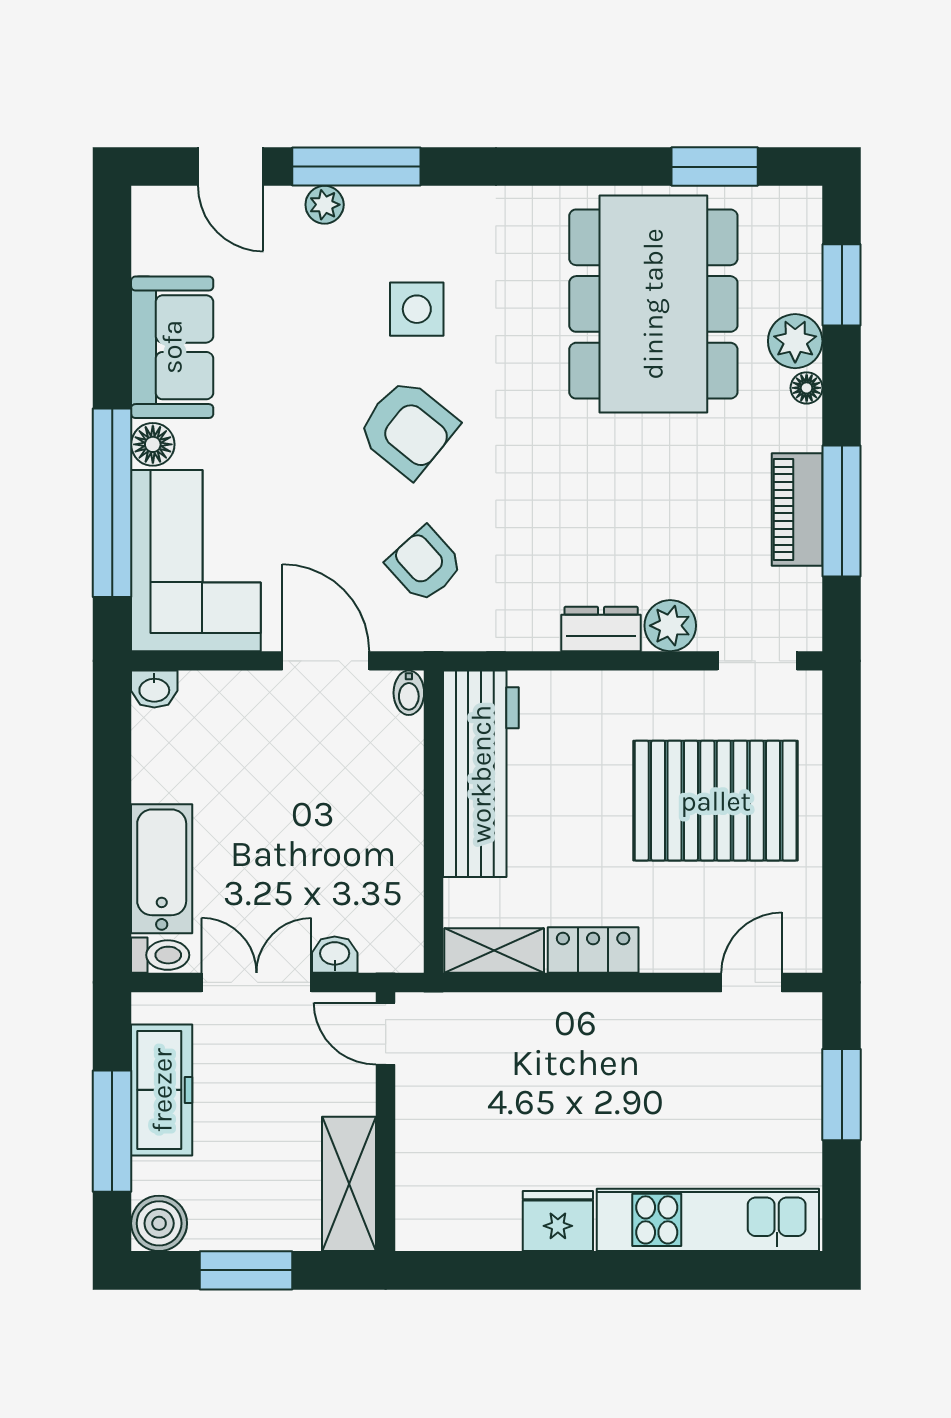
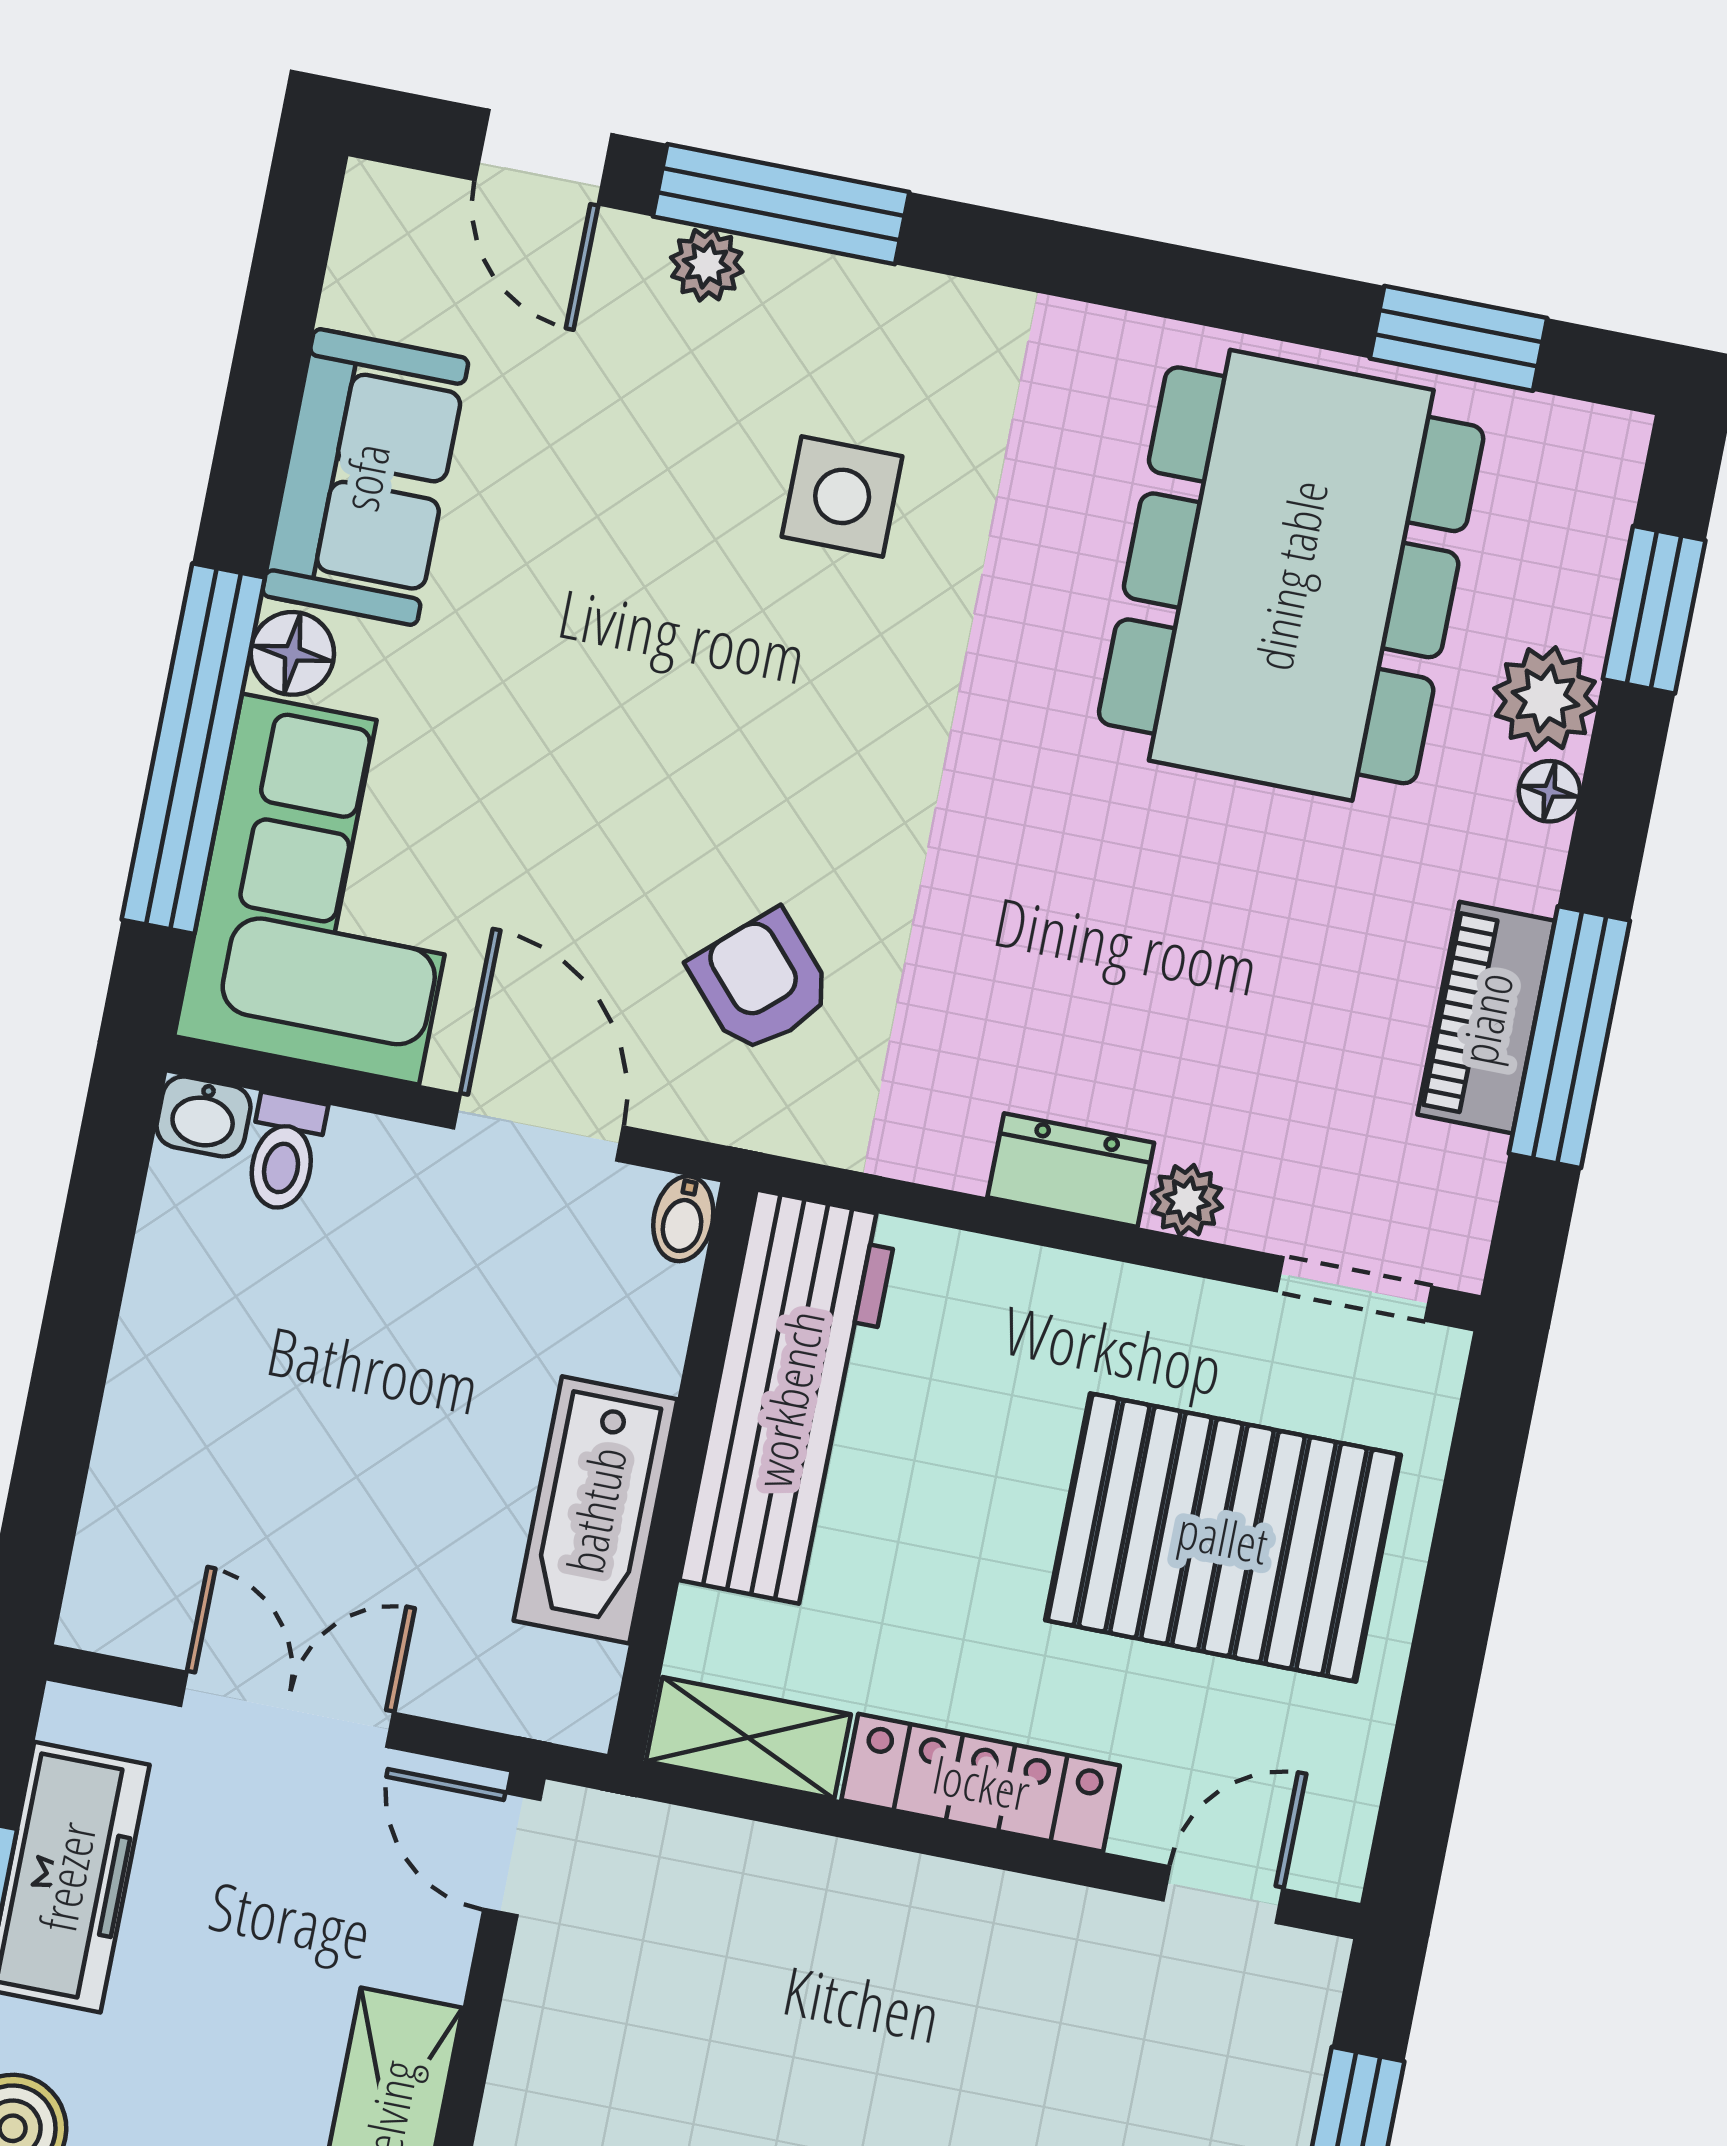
armchair: (408, 428) -> (780, 718), removed
plant: (670, 626) -> (1187, 1200), width x0.73, depth x0.73
bathtub: (162, 869) -> (596, 1510), moved, turned 180
locker: (593, 950) -> (981, 1783), width x1.53
toilet: (160, 955) -> (284, 1153), moved, turned 90
washbasin: (335, 955) -> (445, 1686), removed

